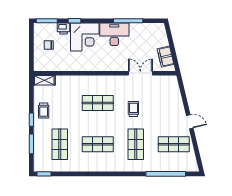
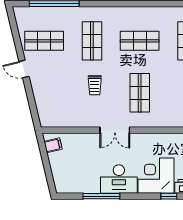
filing cabinet: (166, 57) -> (53, 145), width x0.50
double door: (140, 73) -> (115, 130), moved
shop shelf: (98, 103) -> (140, 93), turned 90

